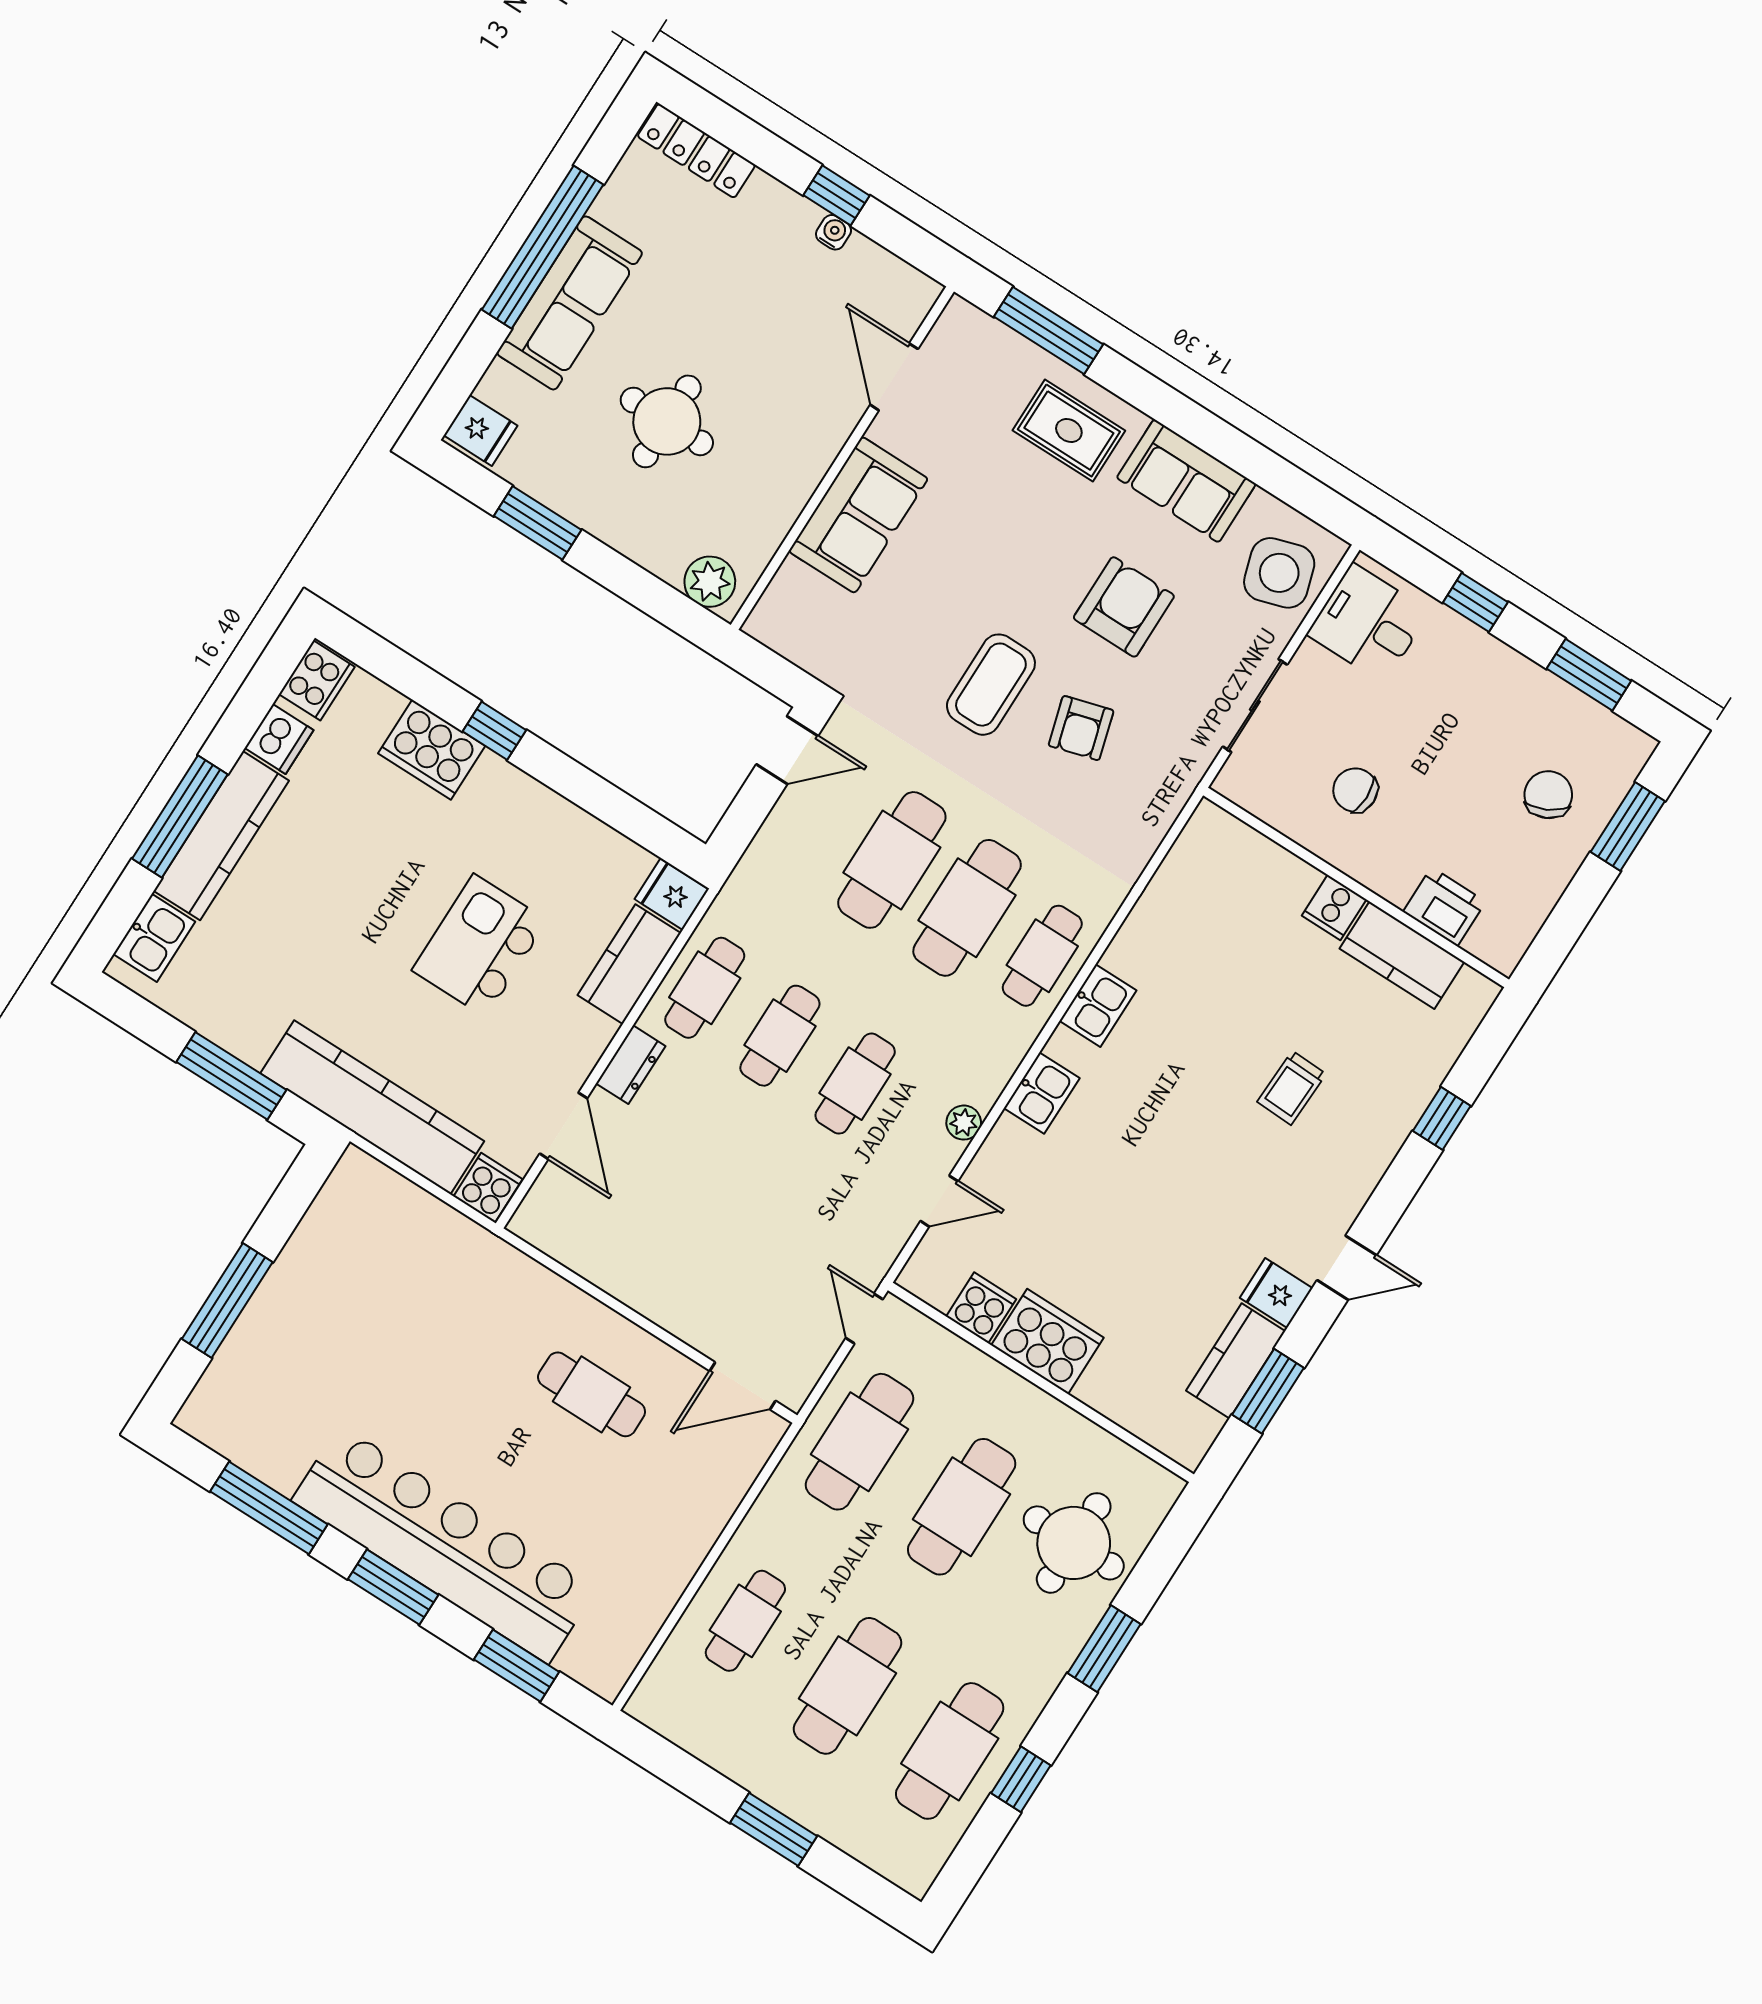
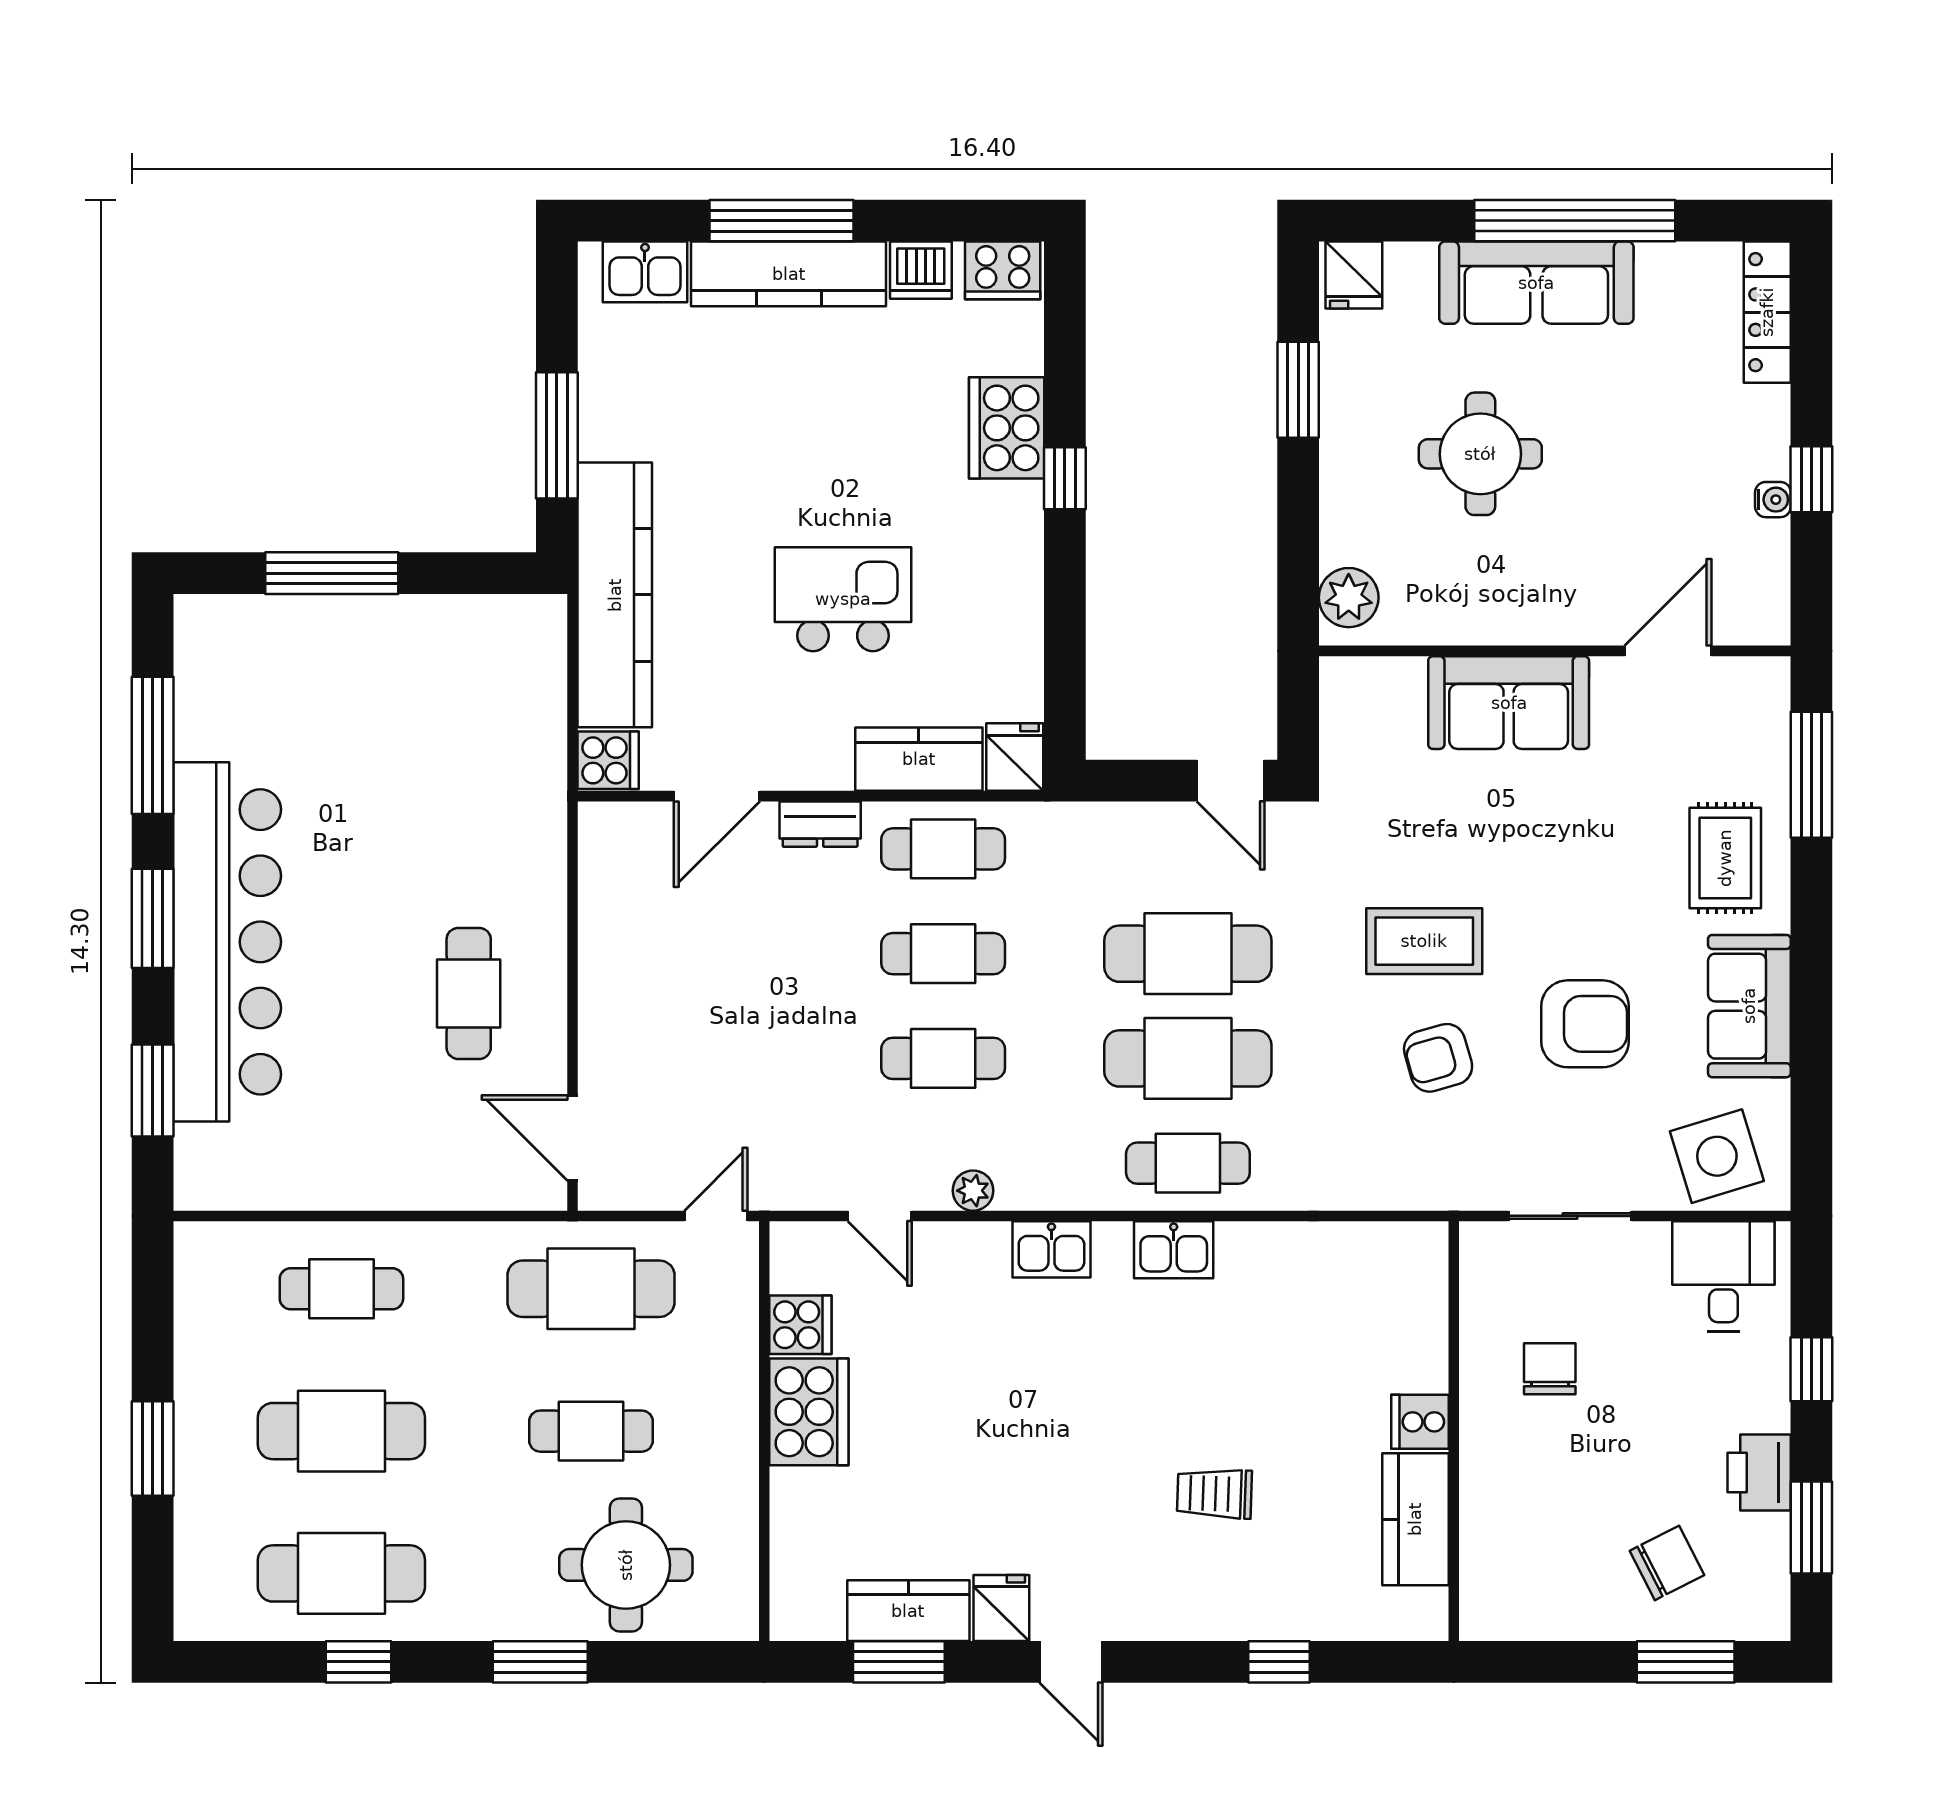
printer: (1444, 907) -> (1759, 1472), moved, turned 180
cafe table: (962, 1507) -> (591, 1431), width x0.73, depth x0.74

